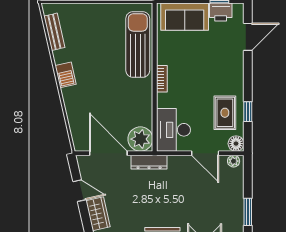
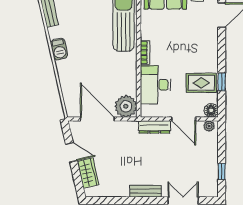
rug: (225, 113) -> (201, 83), turned 90
desk: (173, 130) -> (155, 85), moved
dresser: (149, 162) -> (154, 127), moved
window: (248, 212) -> (222, 171), width x0.67

